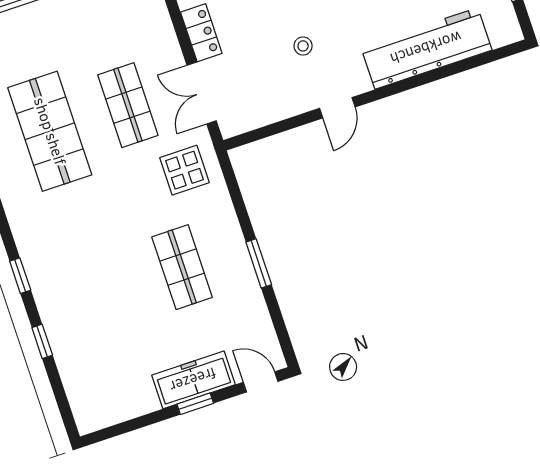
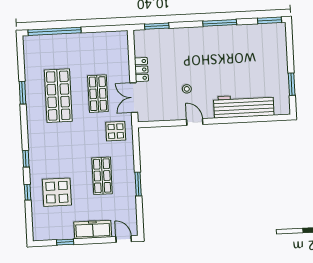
door: (337, 108) -> (195, 122), swing flipped
display table: (101, 325) -> (57, 192), added
window: (195, 404) -> (65, 242), moved

